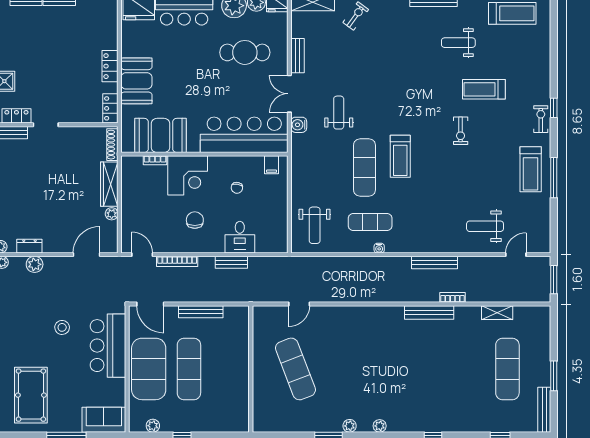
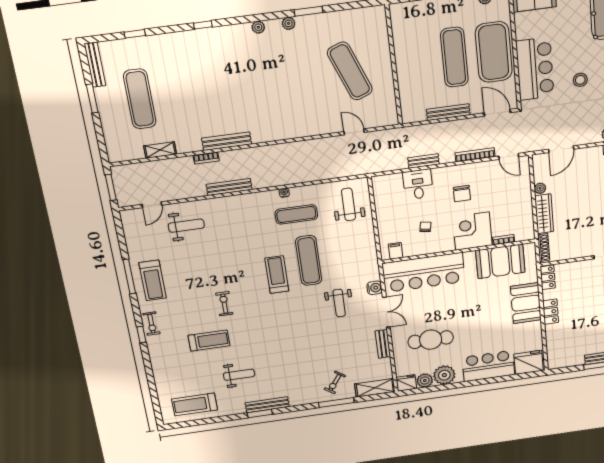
treadmill: (531, 169) -> (153, 280), turned 180
door: (299, 304) -> (354, 132), hinge flipped

